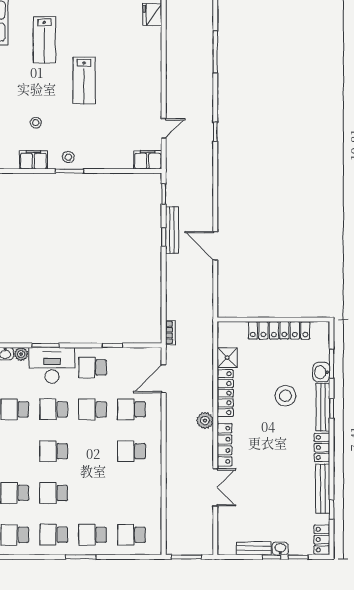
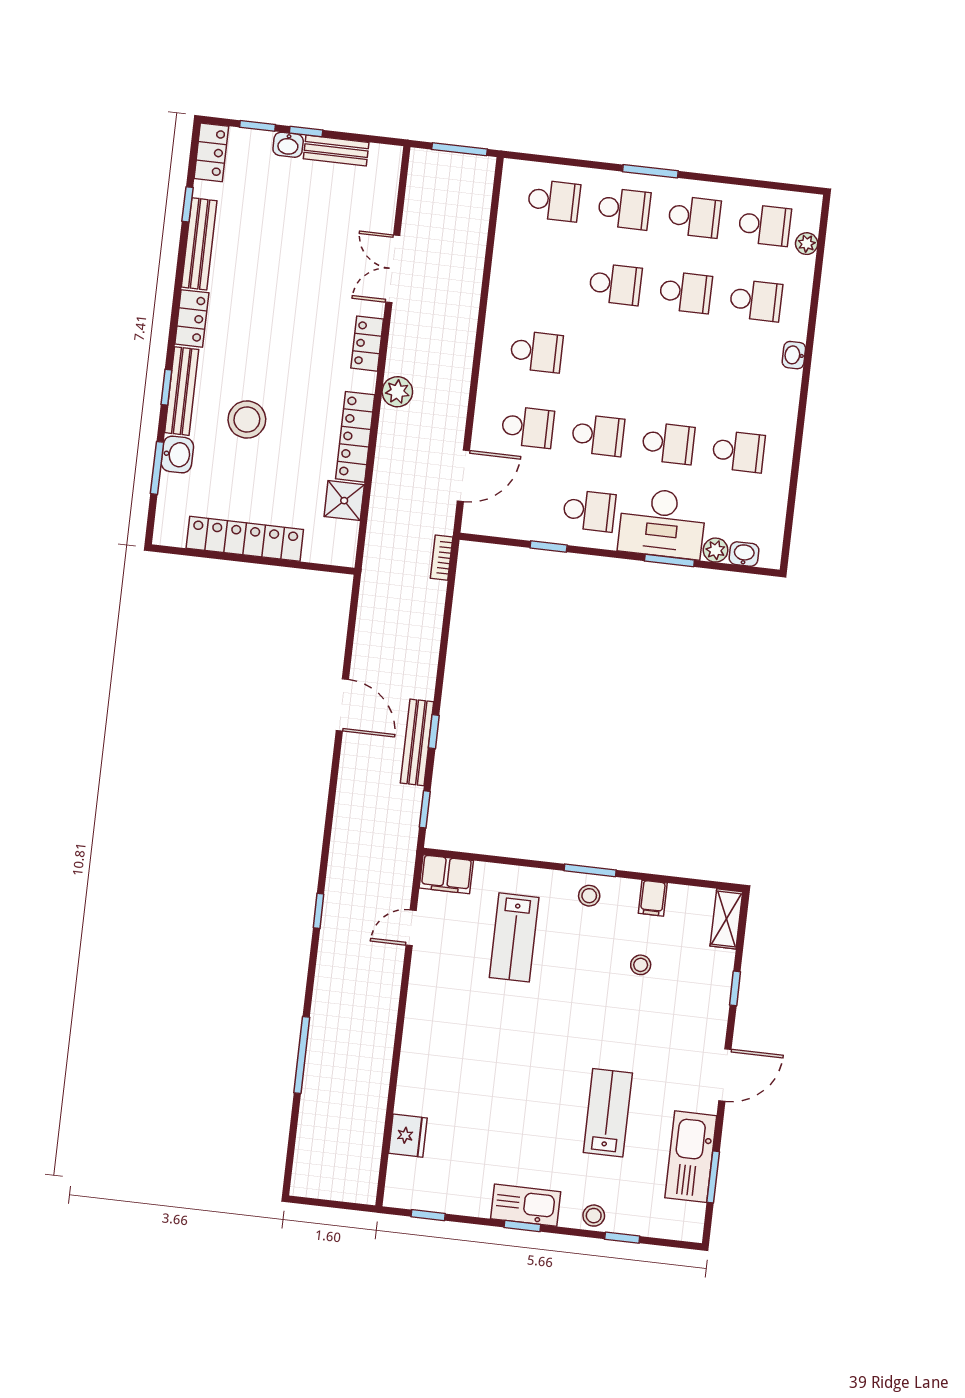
lab bench: (84, 80) -> (514, 937), moved, turned 180
filing cabinet: (33, 160) -> (653, 898), width x0.50
locker: (225, 445) -> (367, 344), width x0.66
school desk: (54, 451) -> (615, 284), moved

